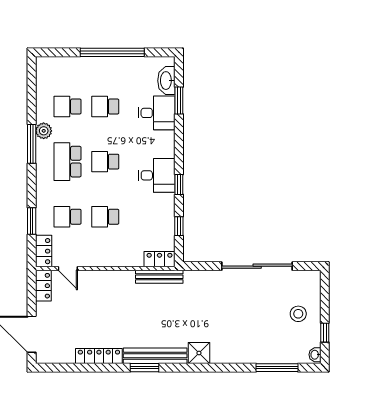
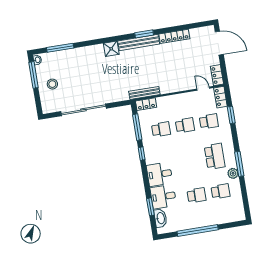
school desk: (105, 162) -> (161, 129), moved
desk: (157, 175) -> (160, 174), moved
window: (179, 226) -> (137, 127), width x2.17
window: (325, 333) -> (34, 75), width x2.17

